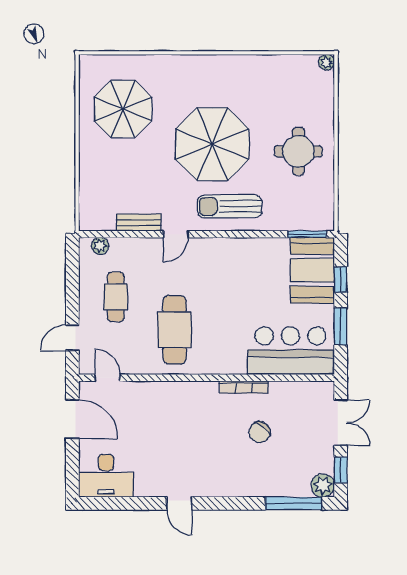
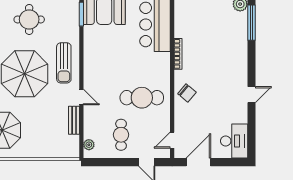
cafe table: (116, 297) -> (121, 135), turned 90
chair: (260, 432) -> (187, 93), moved

